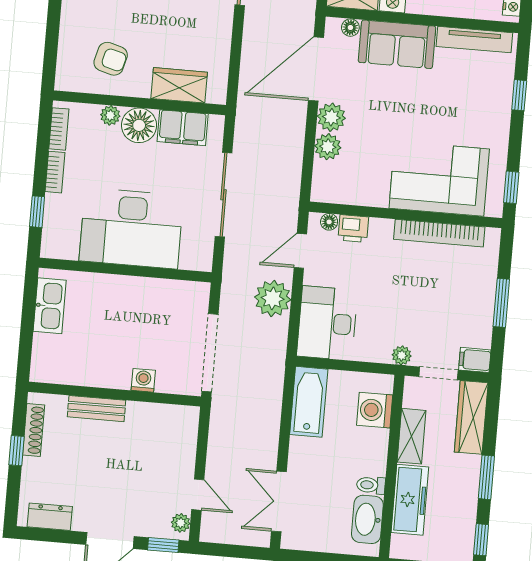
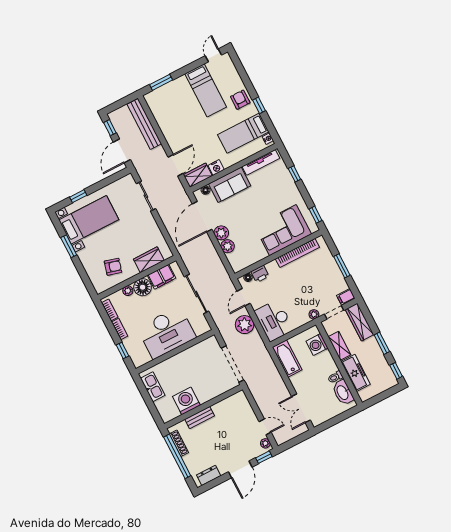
washing machine: (143, 380) -> (186, 401), moved, width x1.89, depth x1.89
window: (17, 451) -> (177, 456), width x3.17

